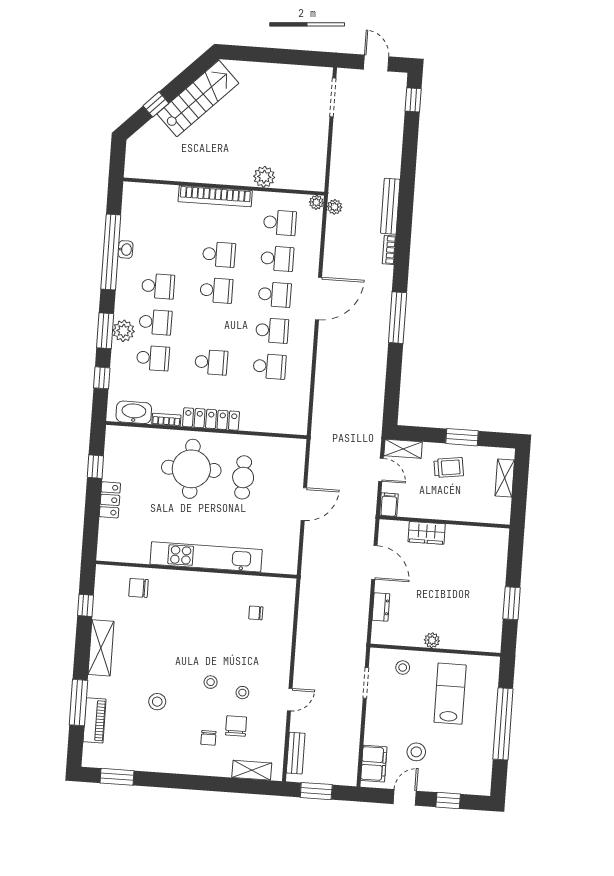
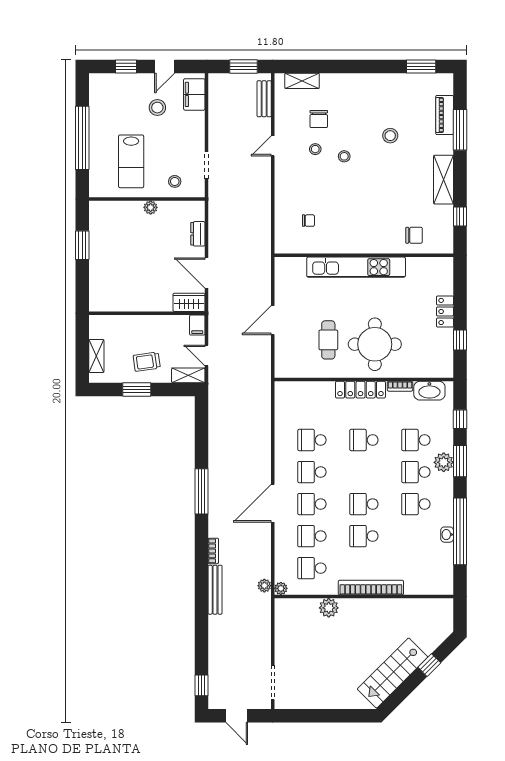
wardrobe: (427, 533) -> (189, 302), moved
chair: (208, 738) -> (343, 107), removed

